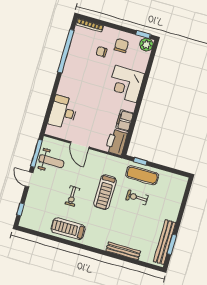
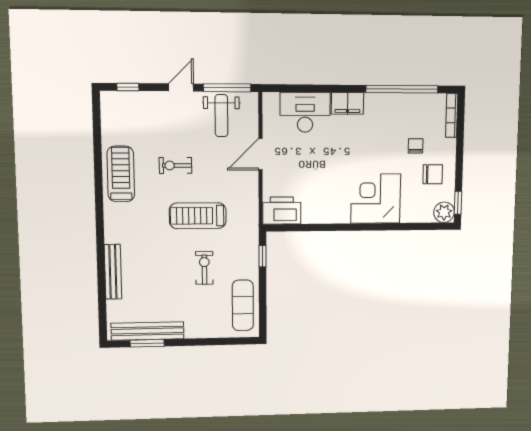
filing cabinet: (125, 121) -> (347, 103), moved, turned 180
exercise mat: (142, 175) -> (243, 305), moved

